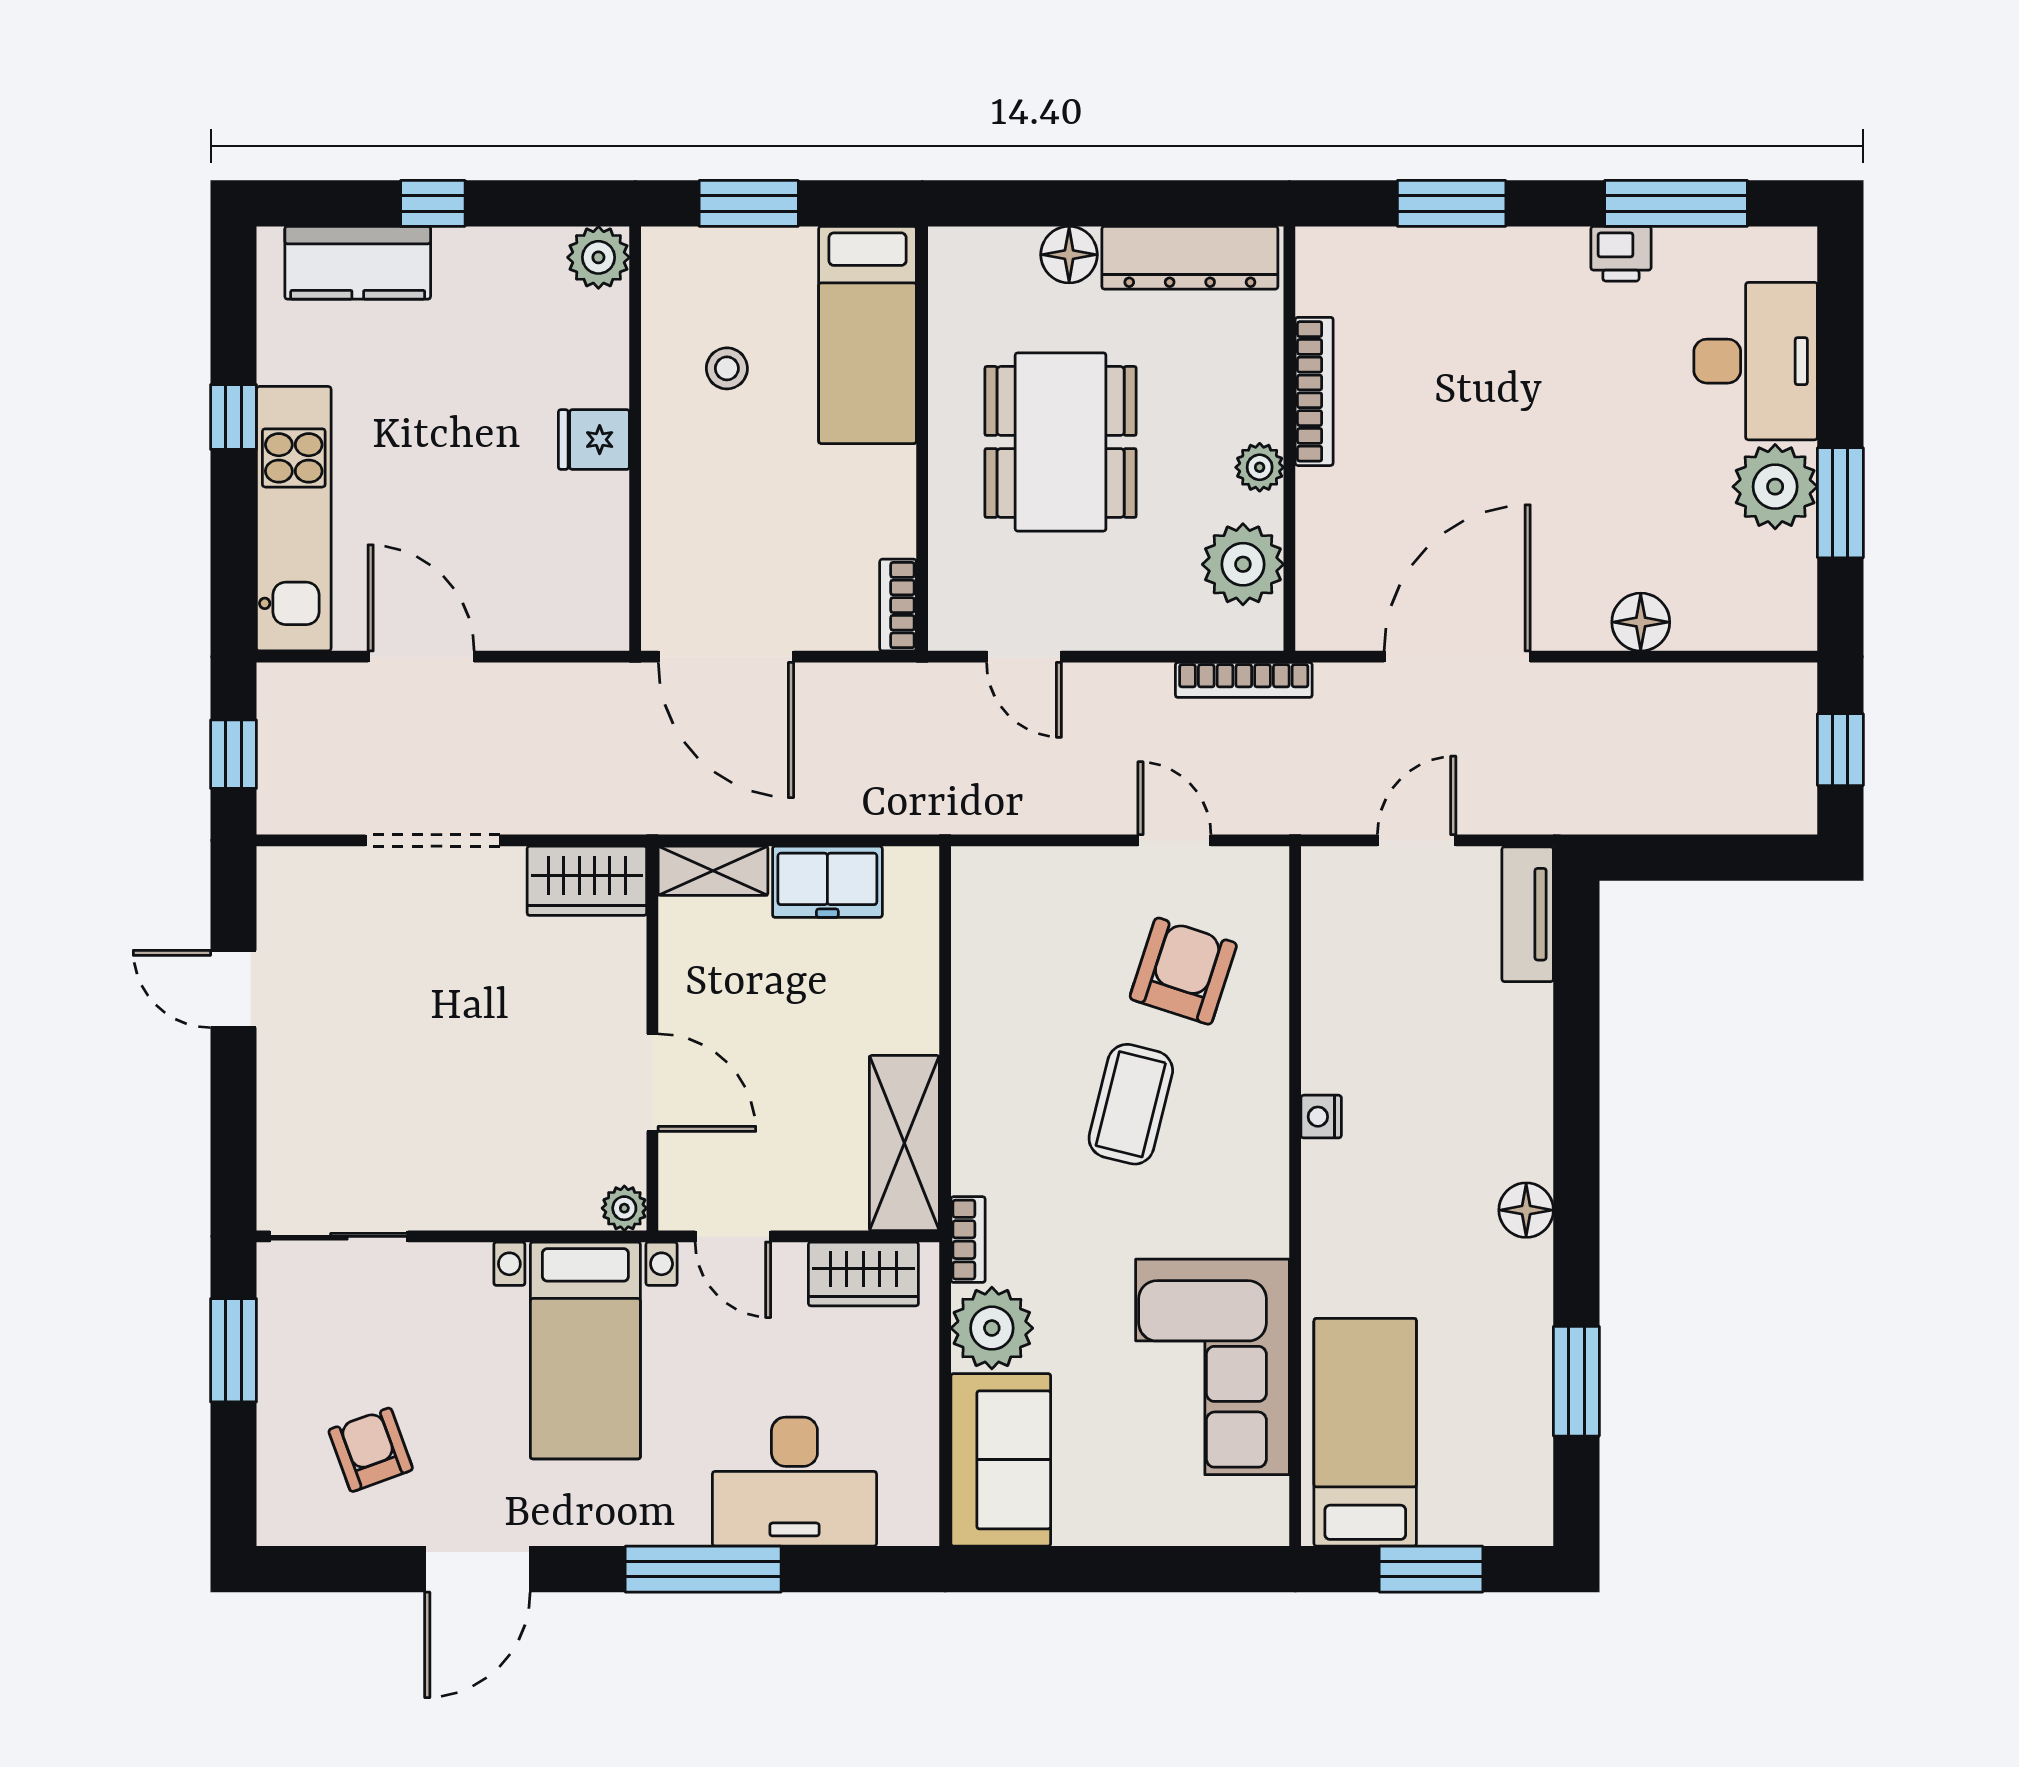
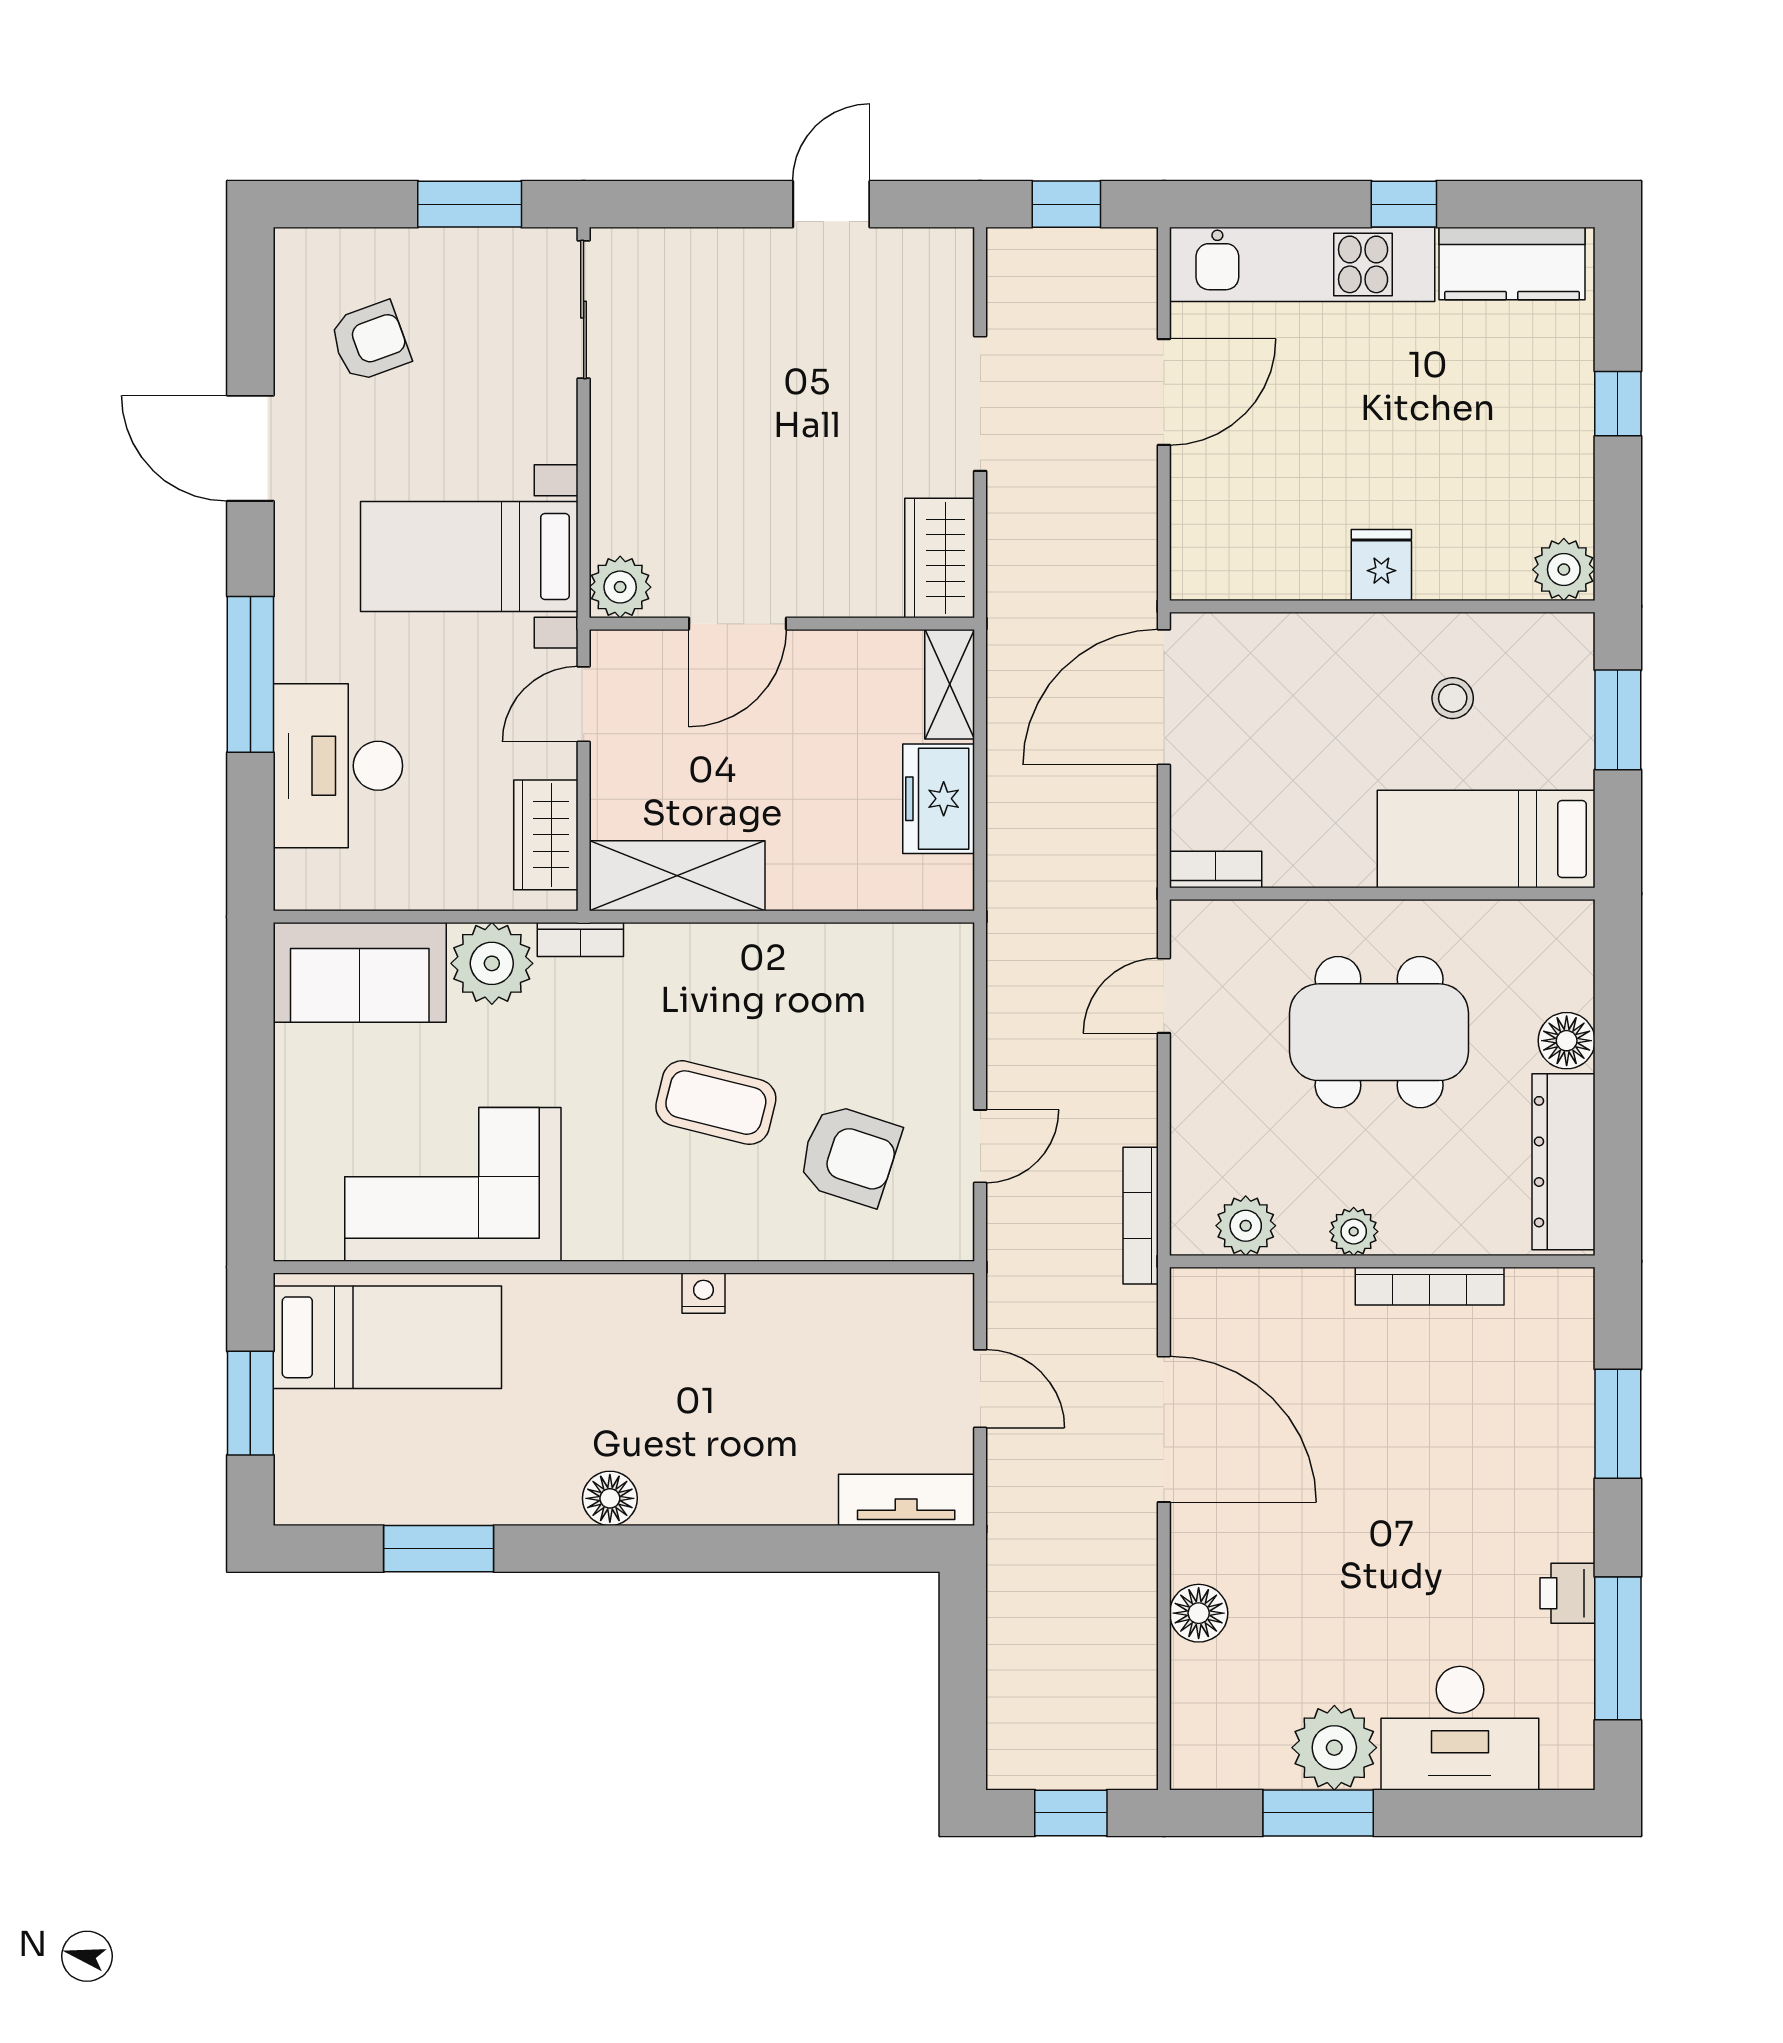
kitchen counter: (358, 263) -> (1512, 264), moved, turned -90
plant: (1243, 564) -> (1246, 1226), width x0.73, depth x0.73
plant: (624, 1208) -> (620, 587), width x1.38, depth x1.38

